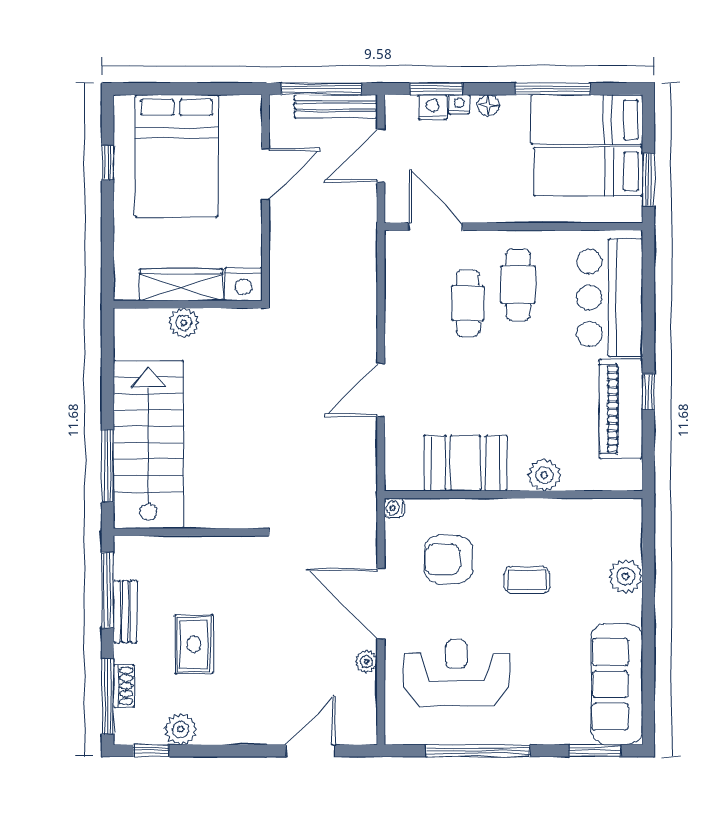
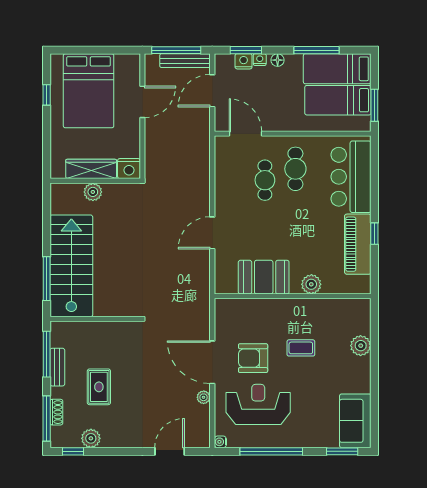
water cooler: (394, 508) -> (220, 442), moved
armchair: (448, 560) -> (253, 358), moved
sofa: (617, 684) -> (355, 421), width x0.73

